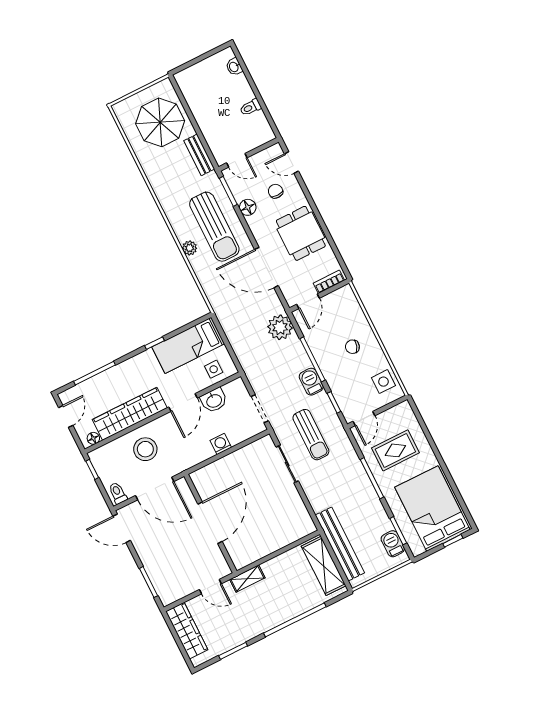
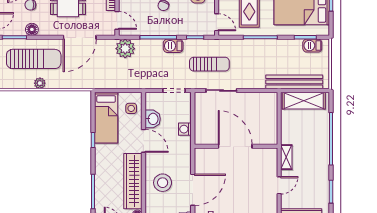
door: (210, 523) -> (235, 146), moved
wall: (210, 524) -> (236, 146), moved

